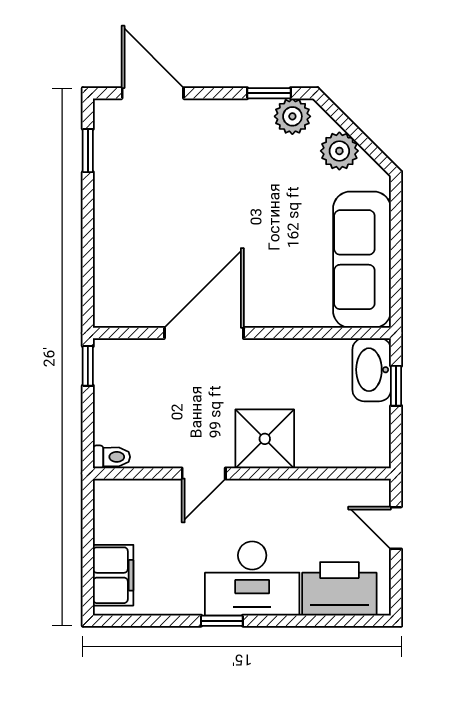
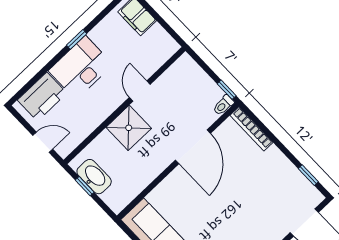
bookcase: (104, 283) -> (251, 129), added
washbasin: (372, 370) -> (94, 177), moved
window: (396, 386) -> (85, 186), moved
toilet: (112, 457) -> (223, 105), moved

